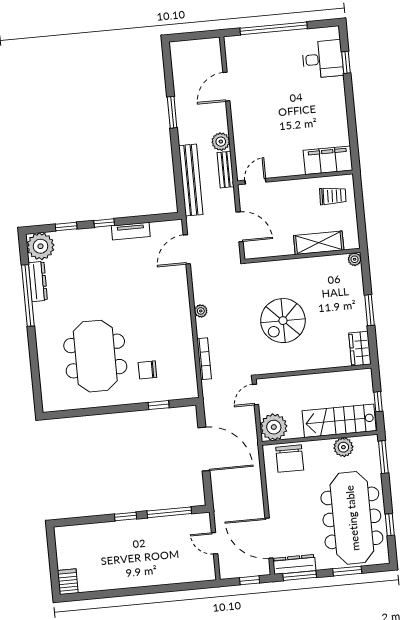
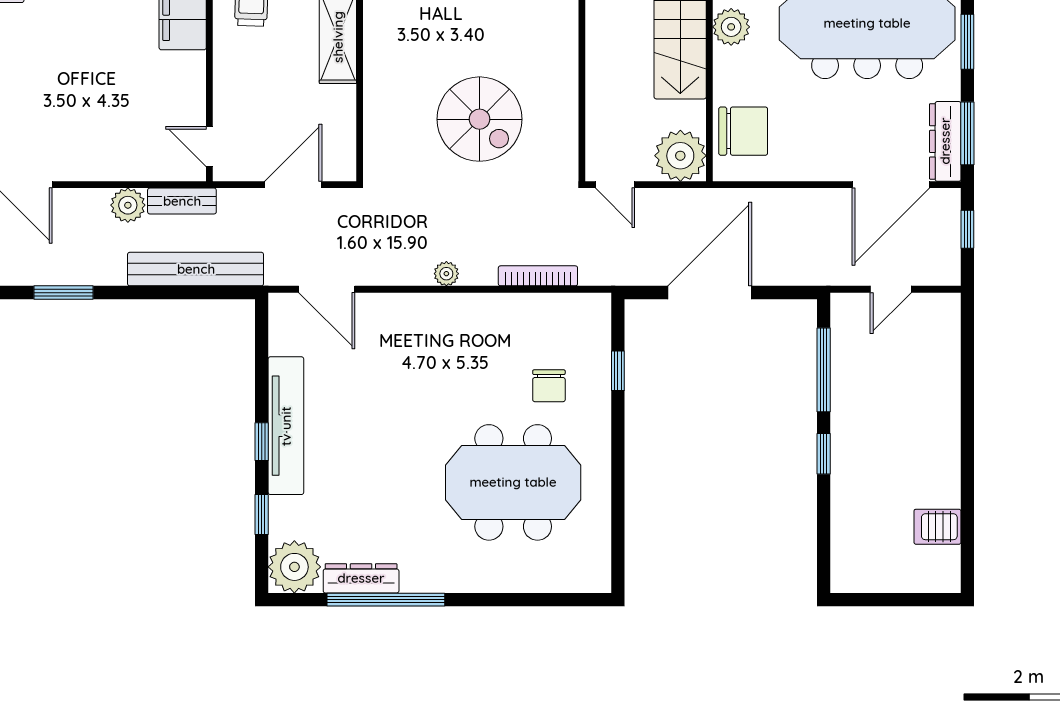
tv unit: (131, 231) -> (286, 426), width x1.92, depth x1.29
server rack: (68, 582) -> (937, 527), moved

